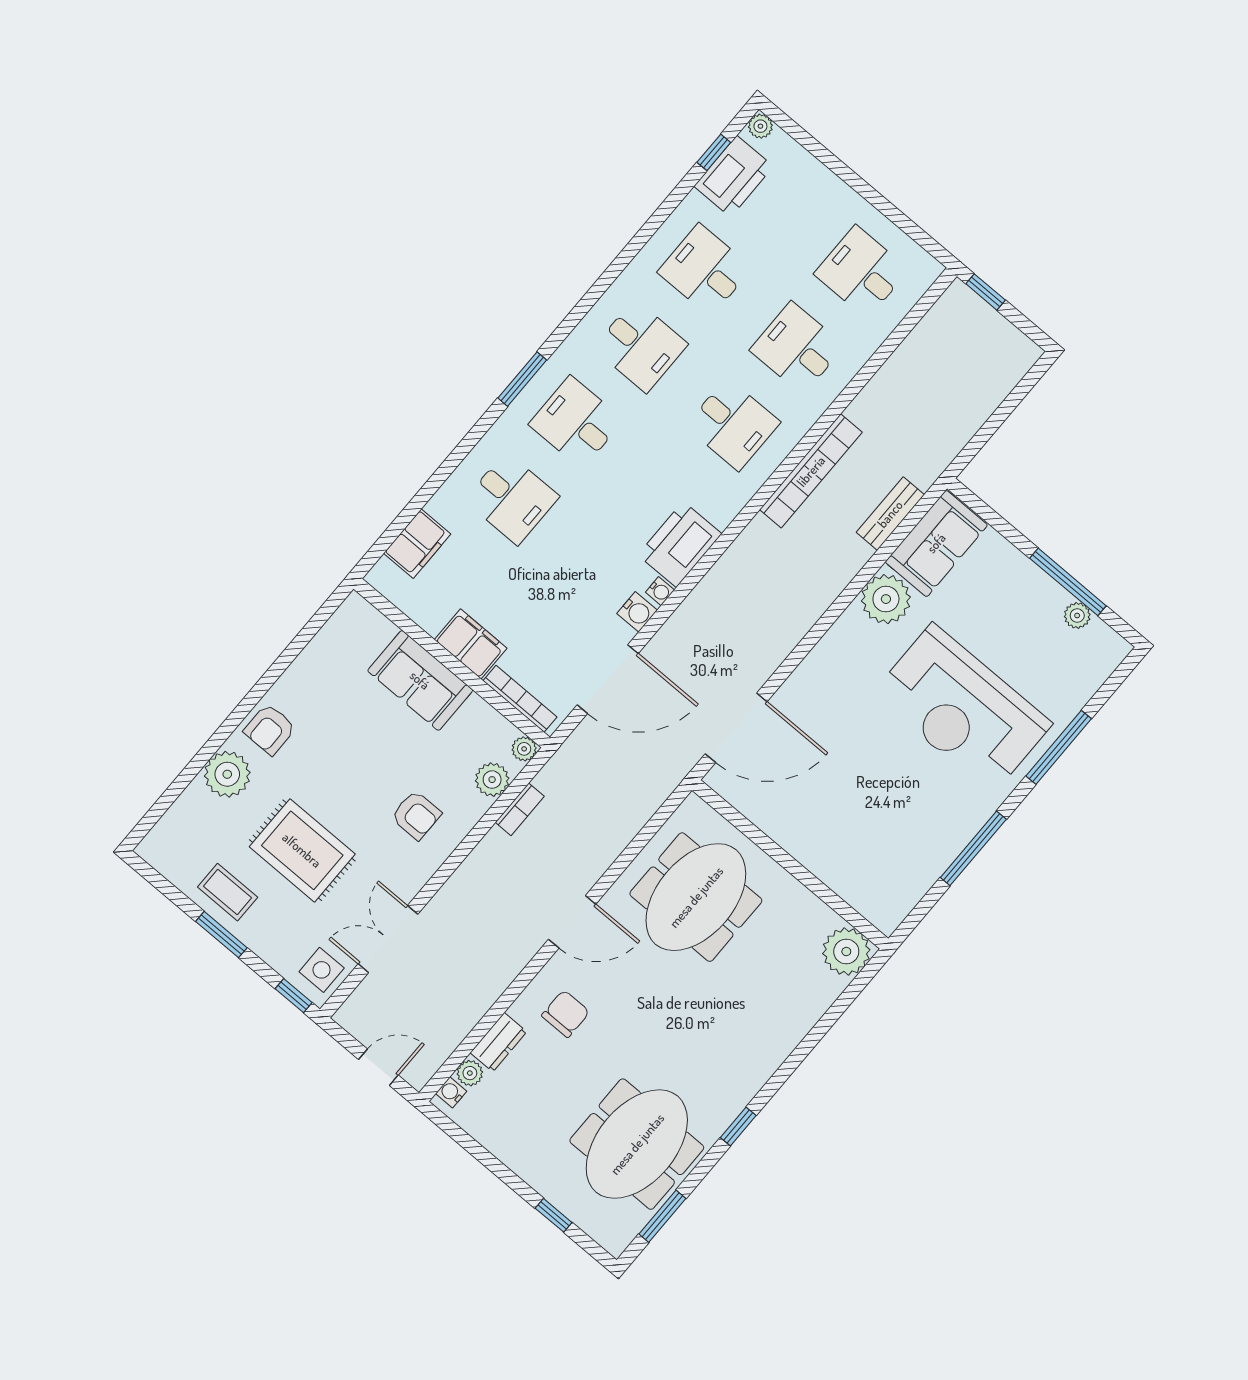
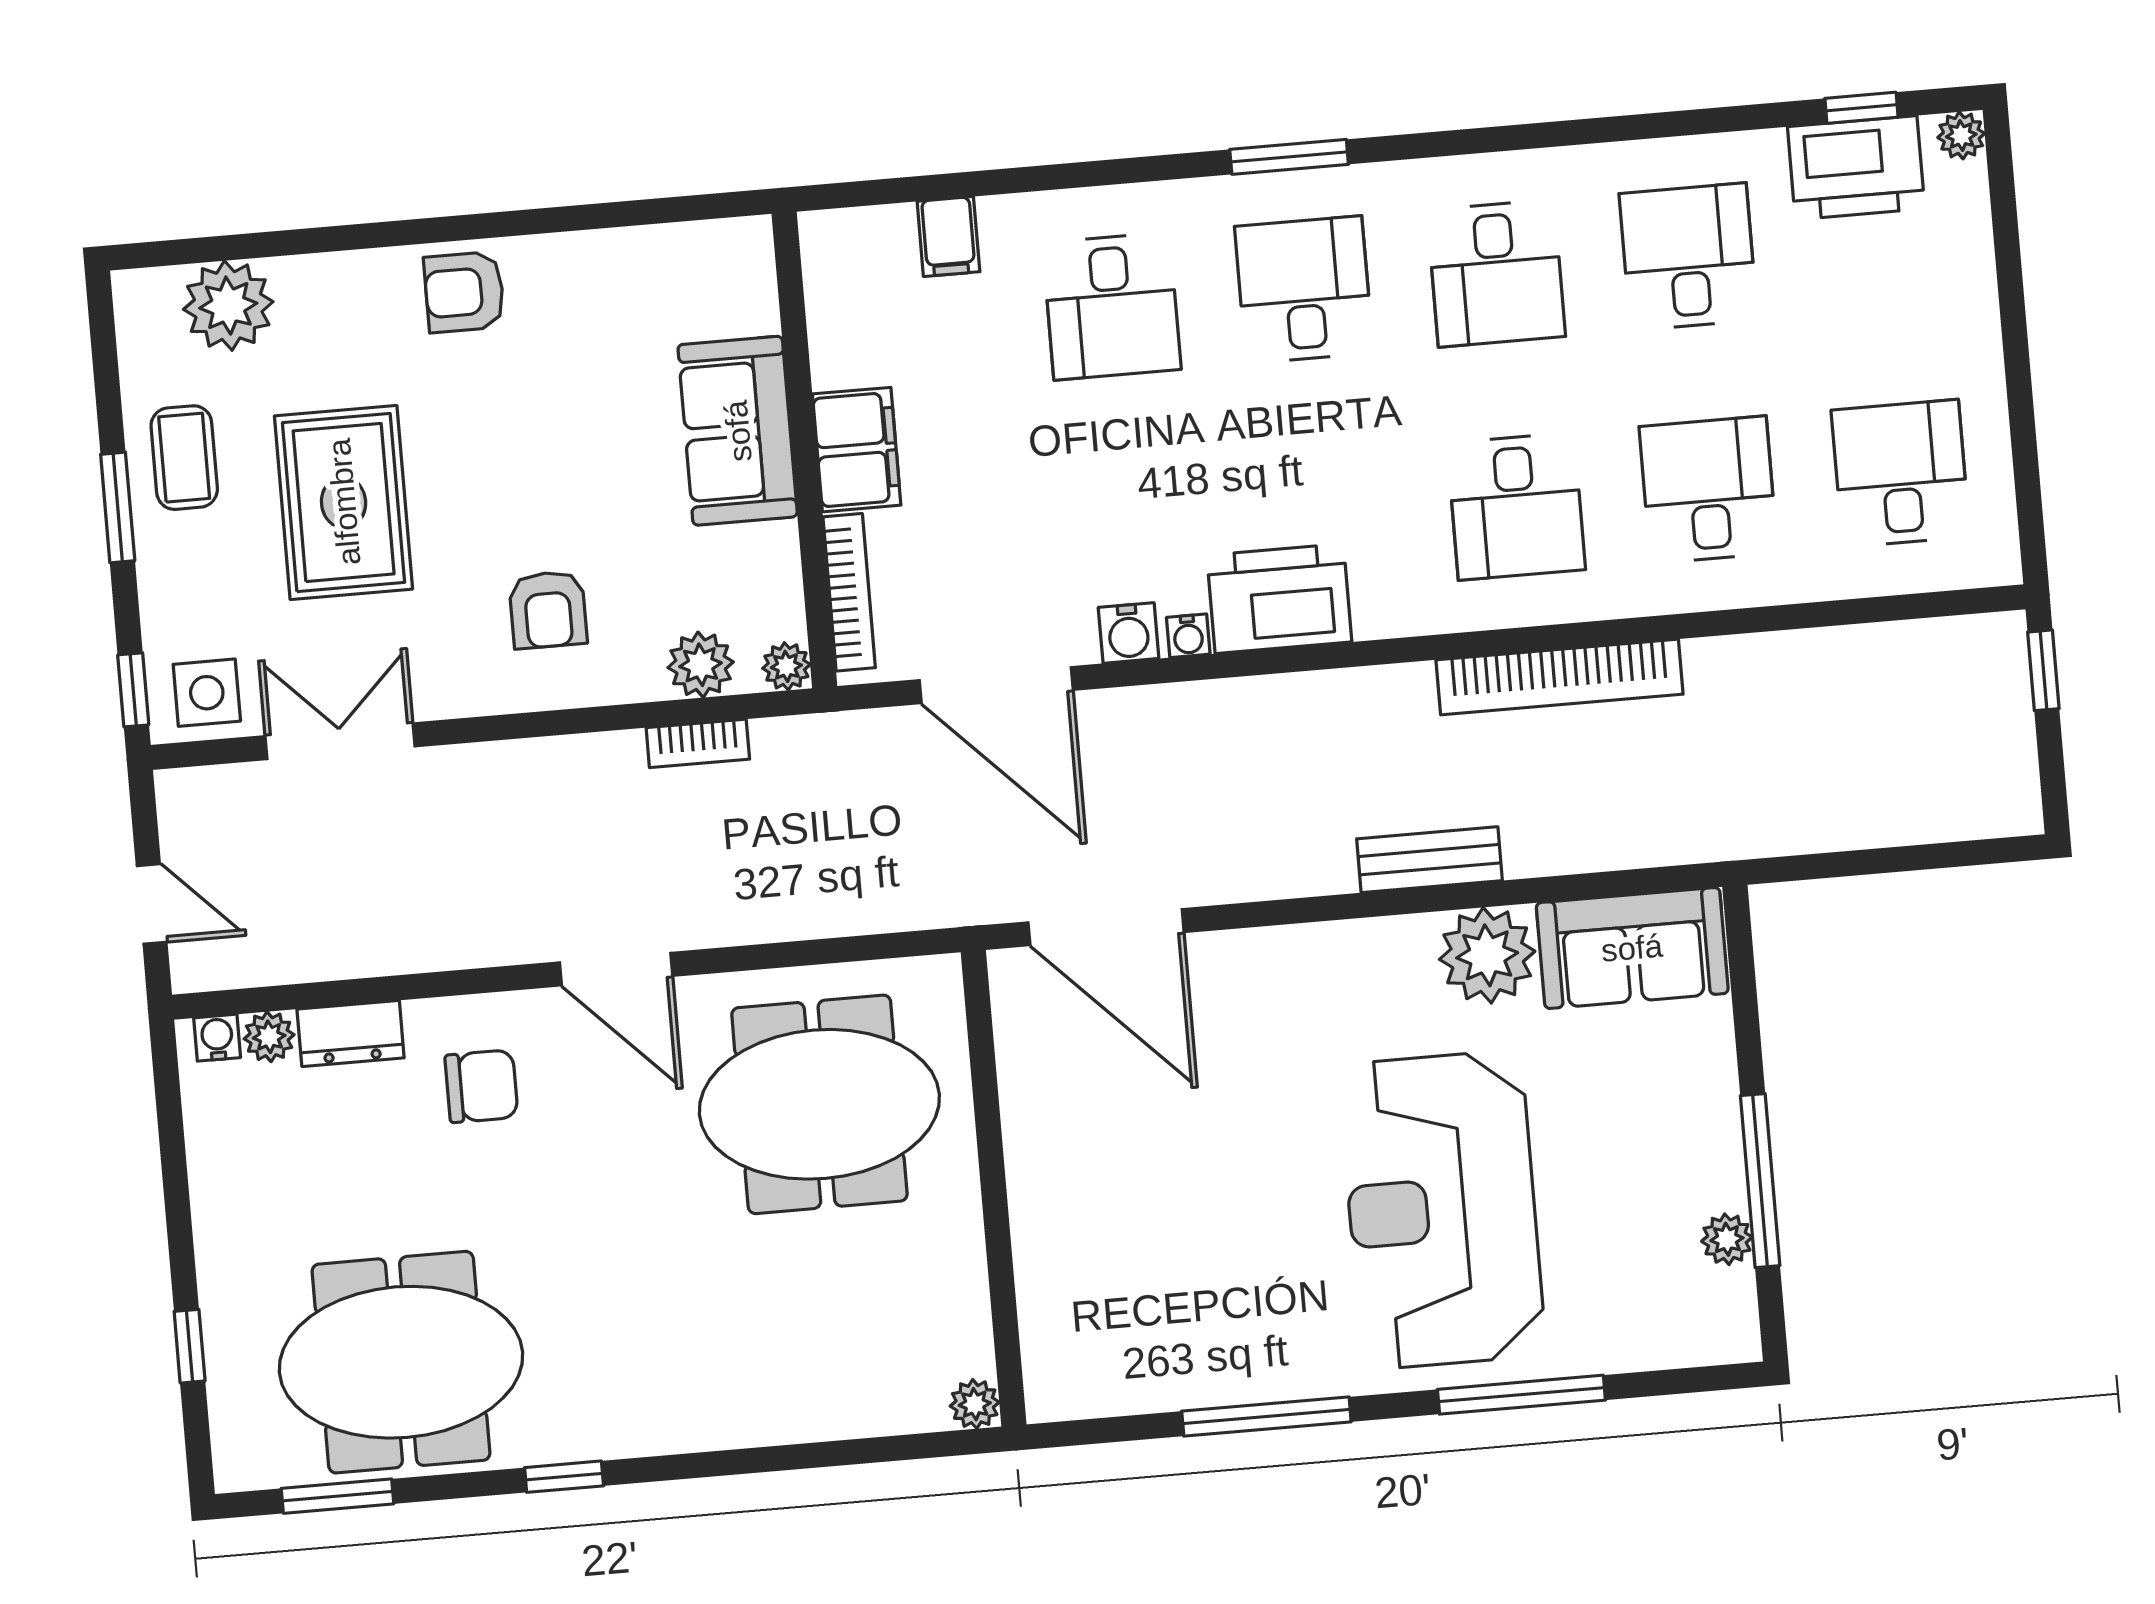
bench: (890, 514) -> (1429, 860), moved
filing cabinet: (417, 544) -> (948, 237), width x0.50
plant: (227, 774) -> (228, 306), moved
plant: (846, 952) -> (975, 1404), width x0.53, depth x0.53

